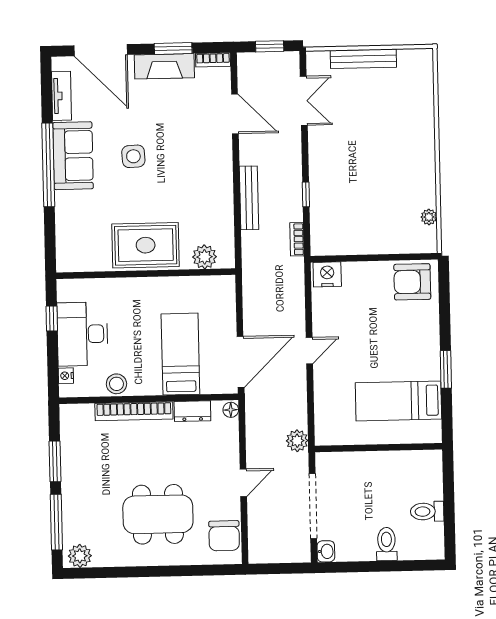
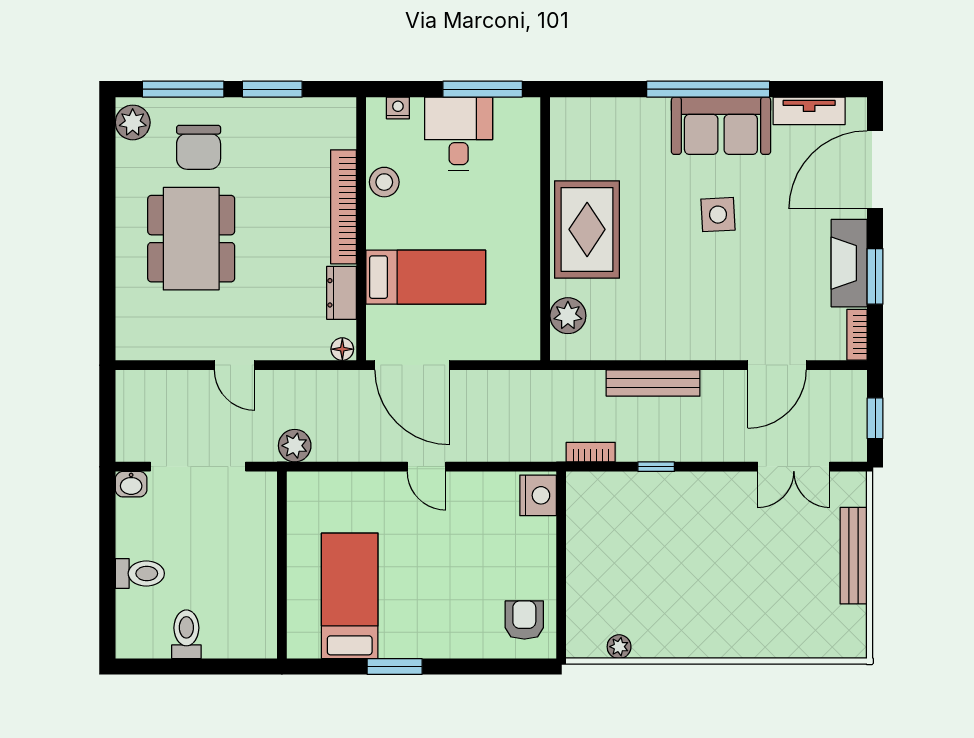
armchair: (412, 282) -> (524, 620), width x0.72, depth x0.72
window: (52, 318) -> (483, 89), width x2.17
desk: (82, 334) -> (459, 134), width x0.73
chair: (224, 536) -> (199, 147), moved, turned -90

